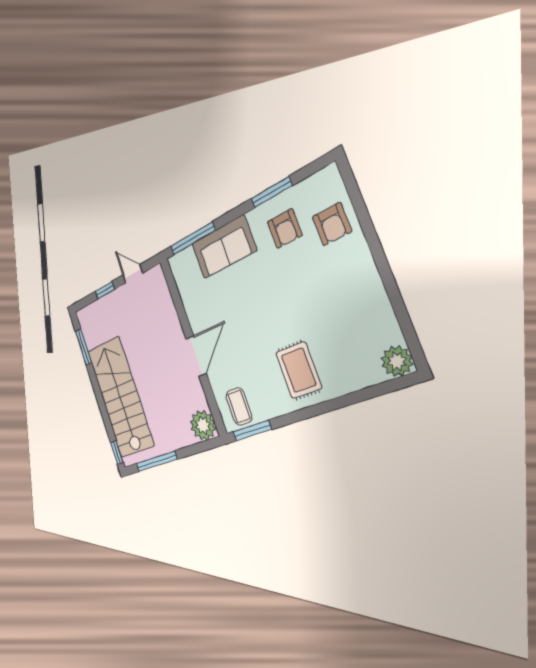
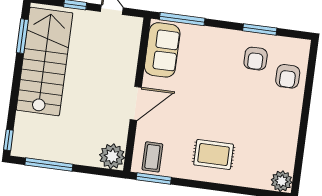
sofa: (224, 247) -> (162, 50), moved, turned -90
rug: (298, 370) -> (214, 155), turned 90
stairs: (120, 397) -> (45, 62), moved

